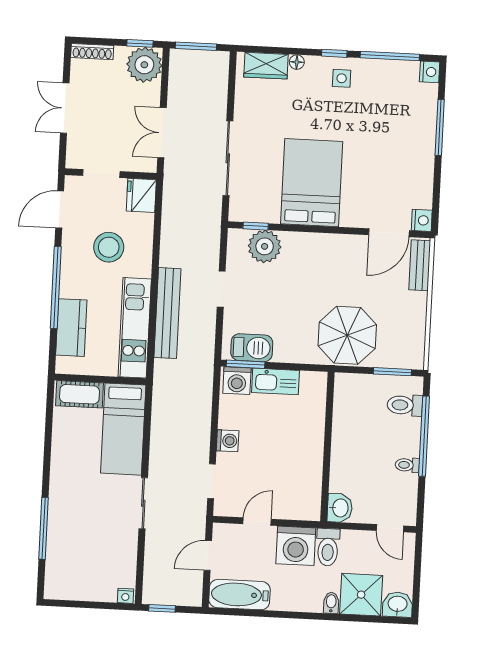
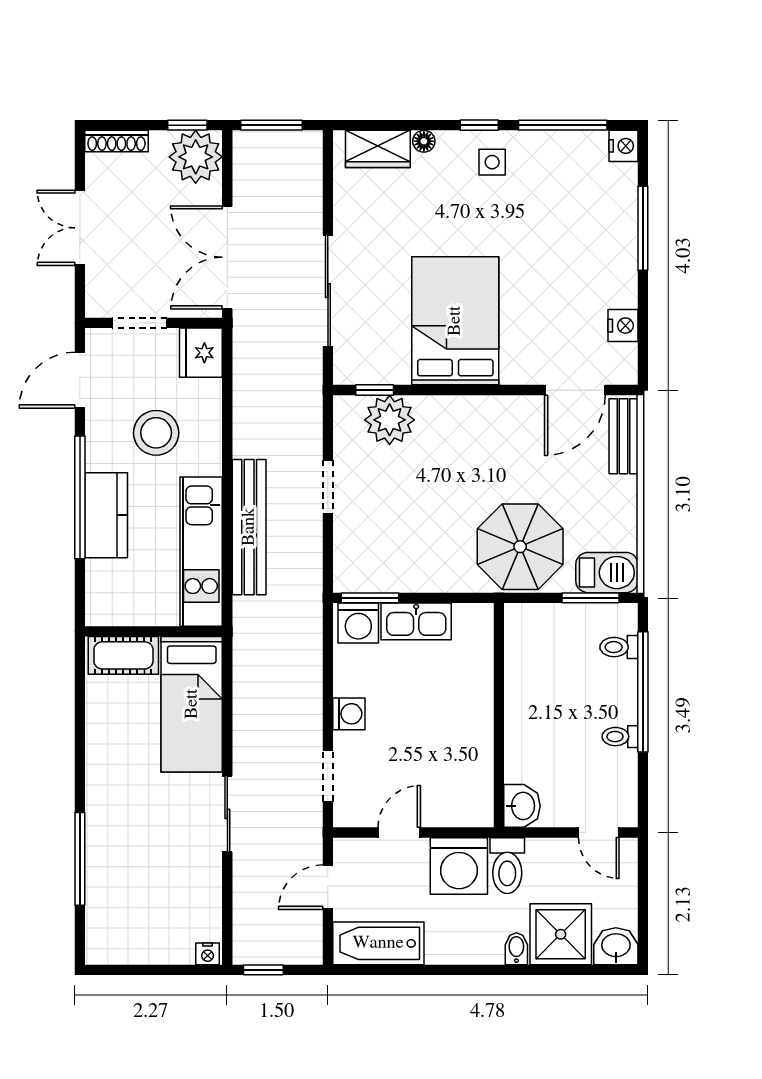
double door: (162, 133) -> (227, 257), width x1.37
nightstand: (422, 220) -> (623, 326), moved
kitchen counter: (71, 328) -> (106, 515), moved
barbecue: (252, 348) -> (607, 573), moved
toilet: (405, 405) -> (619, 647), width x0.73, depth x0.72

